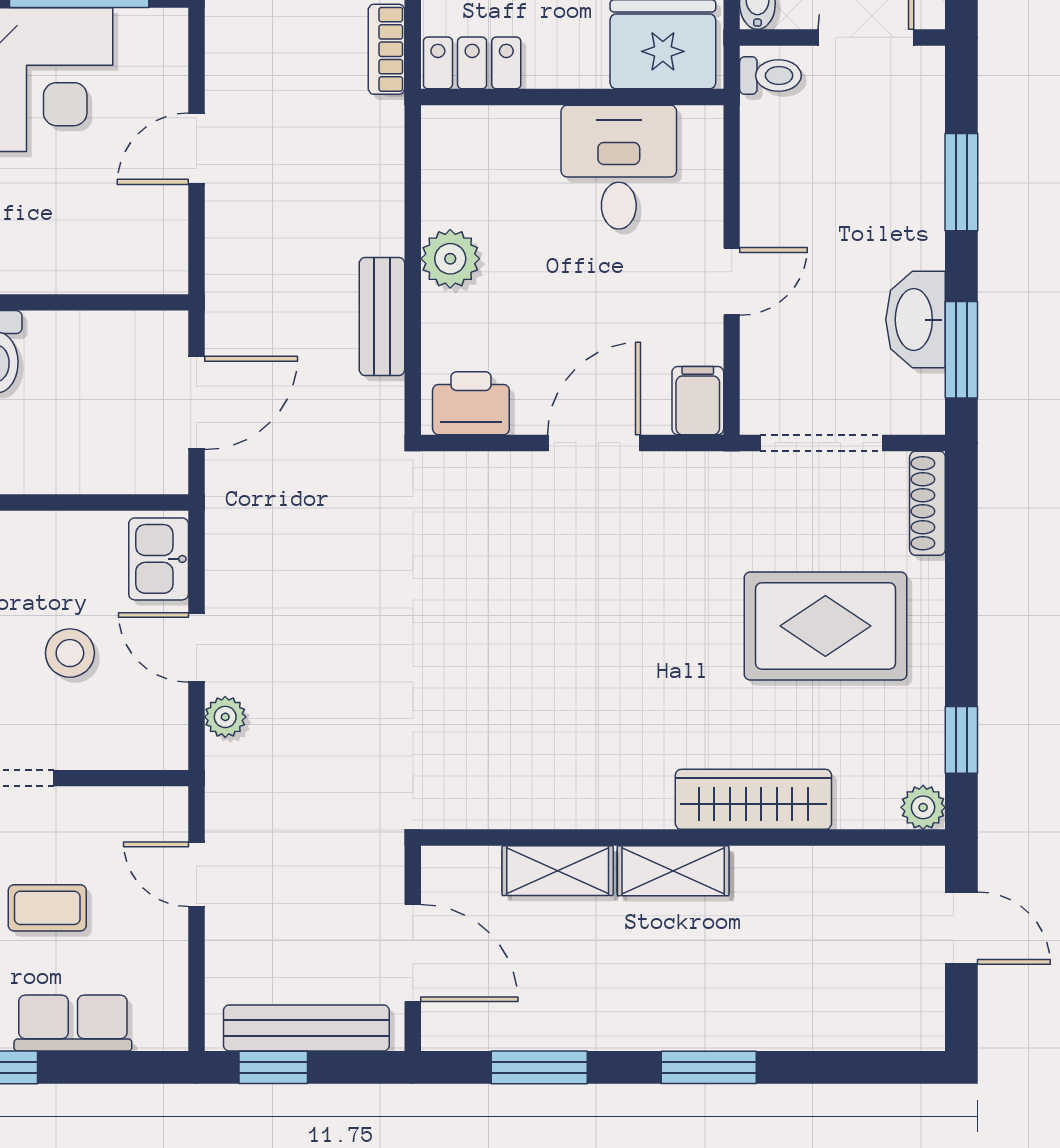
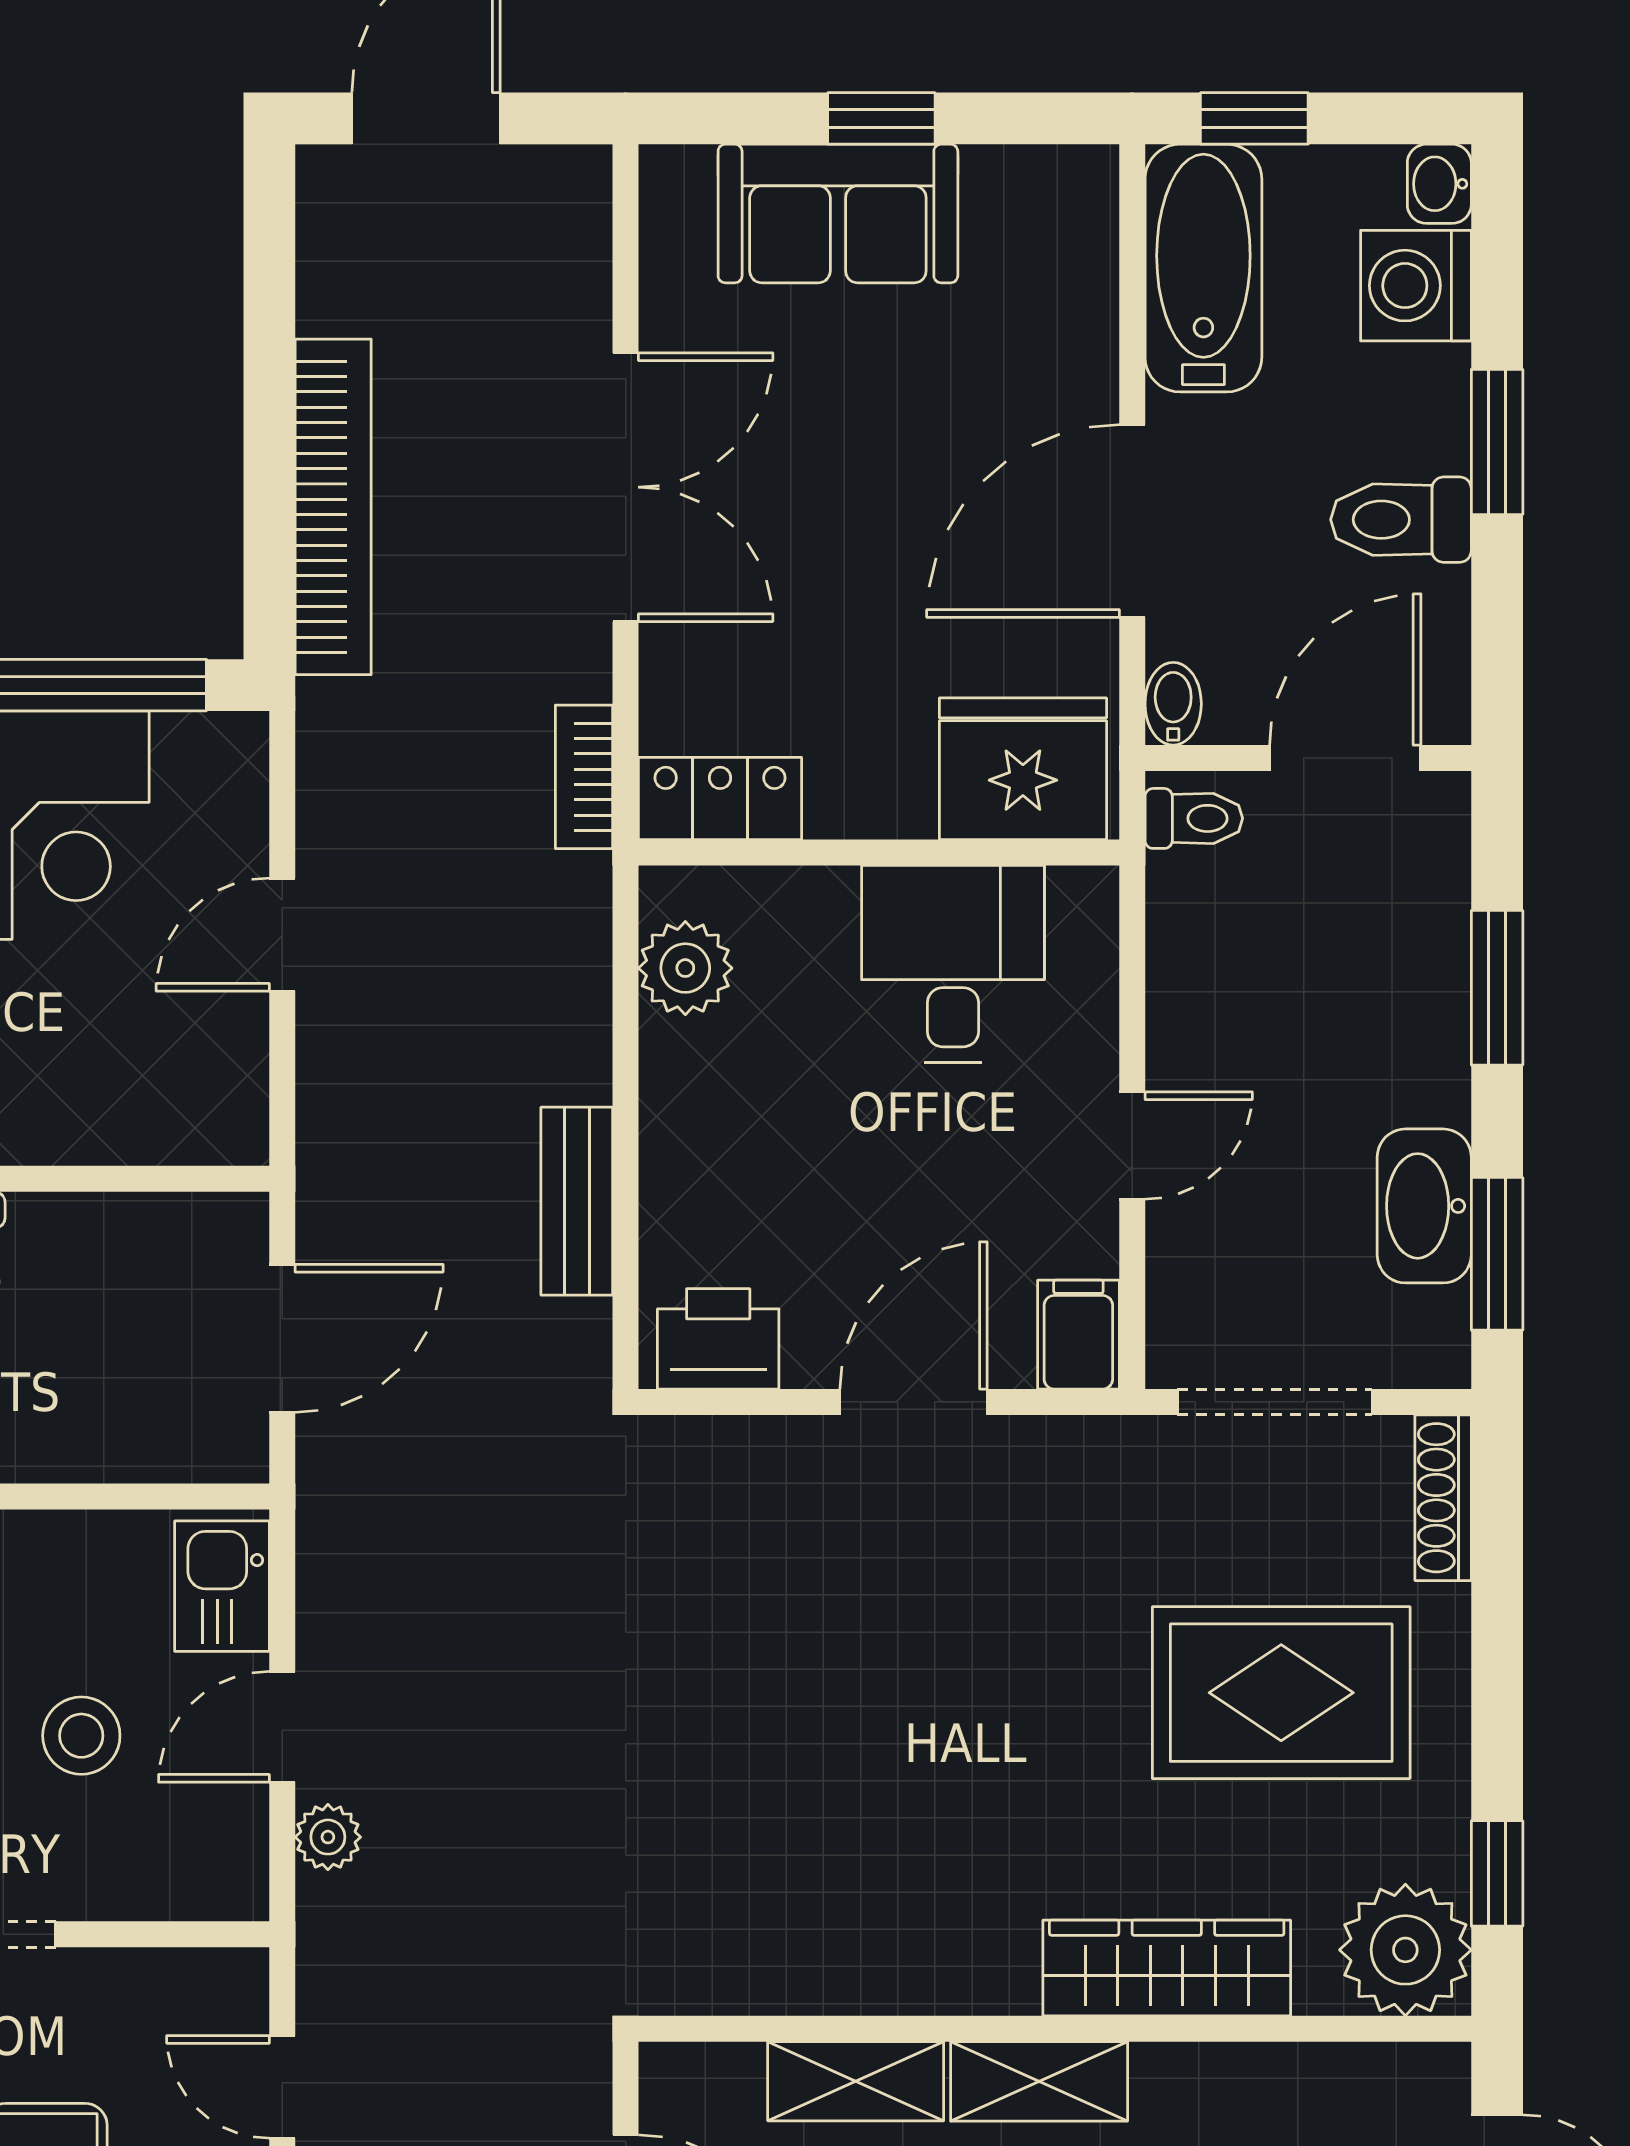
plant: (450, 259) -> (685, 968), moved
door: (196, 647) -> (282, 1727), hinge flipped
plant: (923, 807) -> (1405, 1950), width x1.87, depth x1.87

